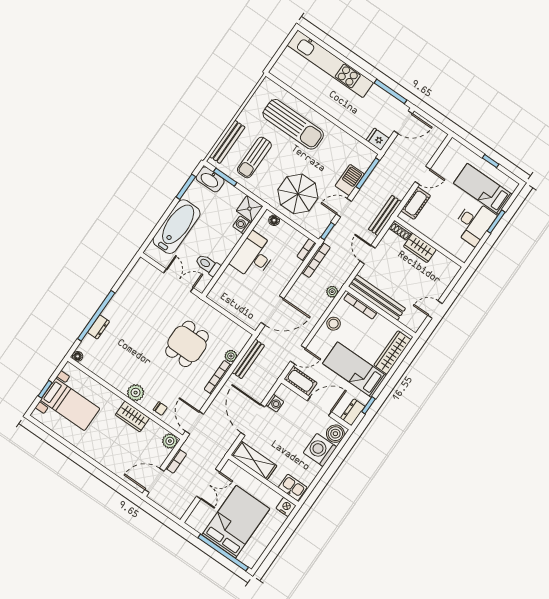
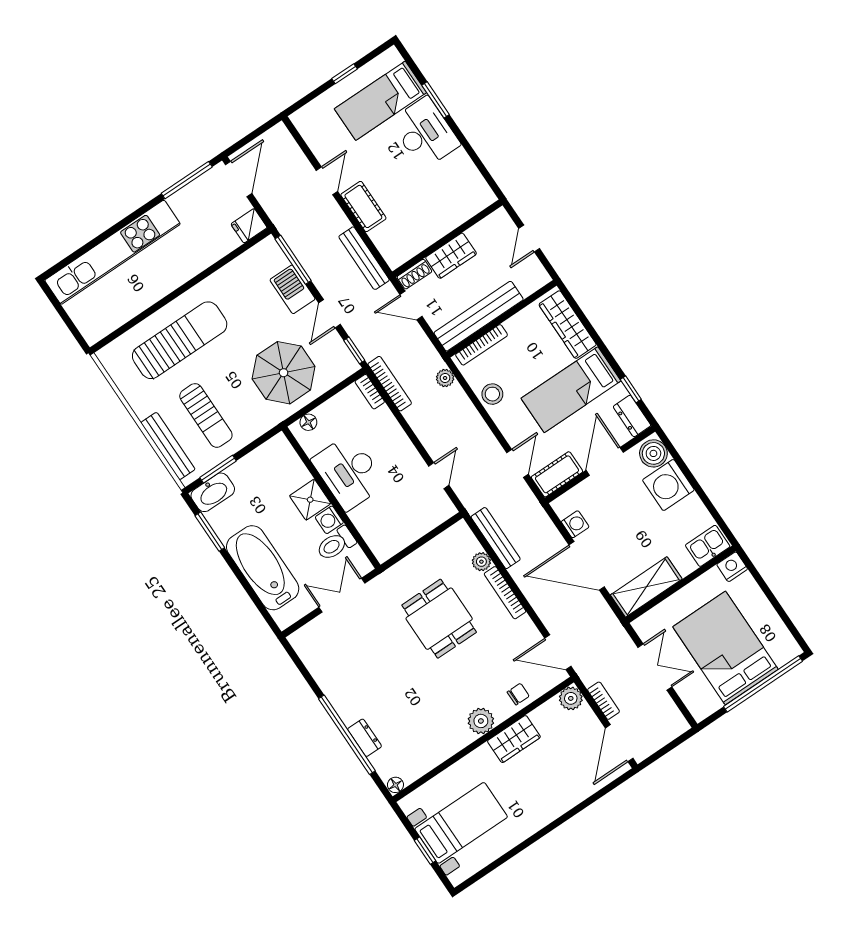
shower: (249, 209) -> (310, 500), moved
washing machine: (242, 225) -> (329, 520), moved
shoe rack: (400, 230) -> (414, 274), moved
wall: (429, 242) -> (447, 238), moved
wardrobe: (420, 248) -> (451, 256), moved
door: (272, 311) -> (439, 476), width x0.53

